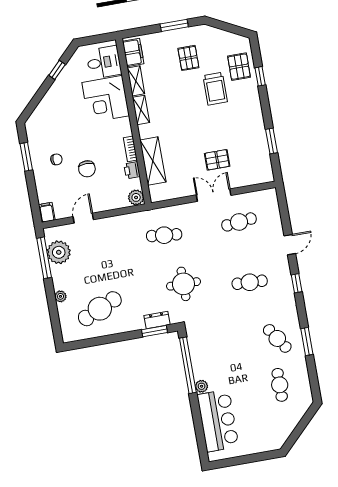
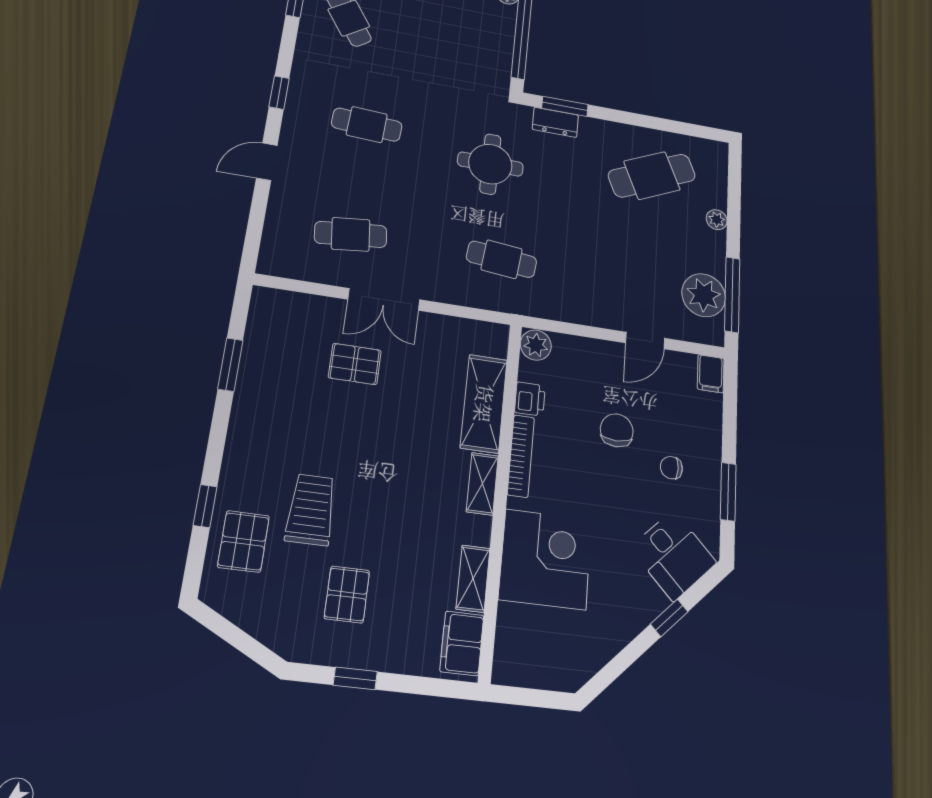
window: (174, 25) -> (355, 678), width x0.67
desk: (104, 62) -> (673, 555), moved, turned -135
window: (57, 70) -> (669, 618), moved
shelving: (141, 110) -> (482, 484), moved
bookcase: (130, 149) -> (521, 456), width x1.56

